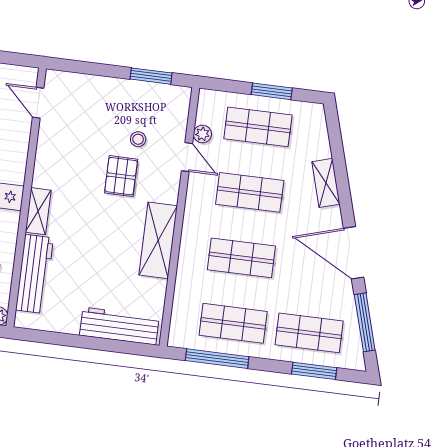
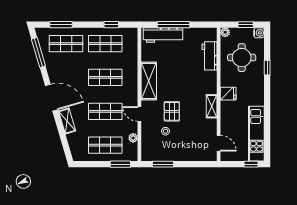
window: (272, 91) -> (120, 164), moved
door: (187, 157) -> (139, 114), moved
shelving: (38, 211) -> (212, 106), moved
door: (354, 253) -> (52, 98), moved
workbench: (34, 274) -> (210, 56), width x0.73
window: (97, 343) -> (173, 25), added
window: (217, 359) -> (111, 25), width x0.46

